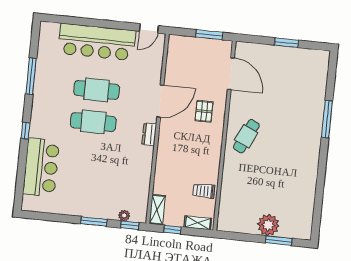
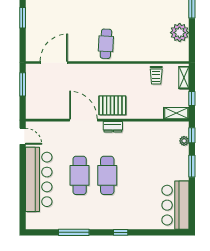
pallet: (204, 111) -> (112, 105), moved, width x1.50, depth x1.42
cafe table: (246, 136) -> (106, 44), turned 68
bar counter: (41, 167) -> (175, 205), moved, turned -90
plant: (268, 225) -> (180, 33), moved

